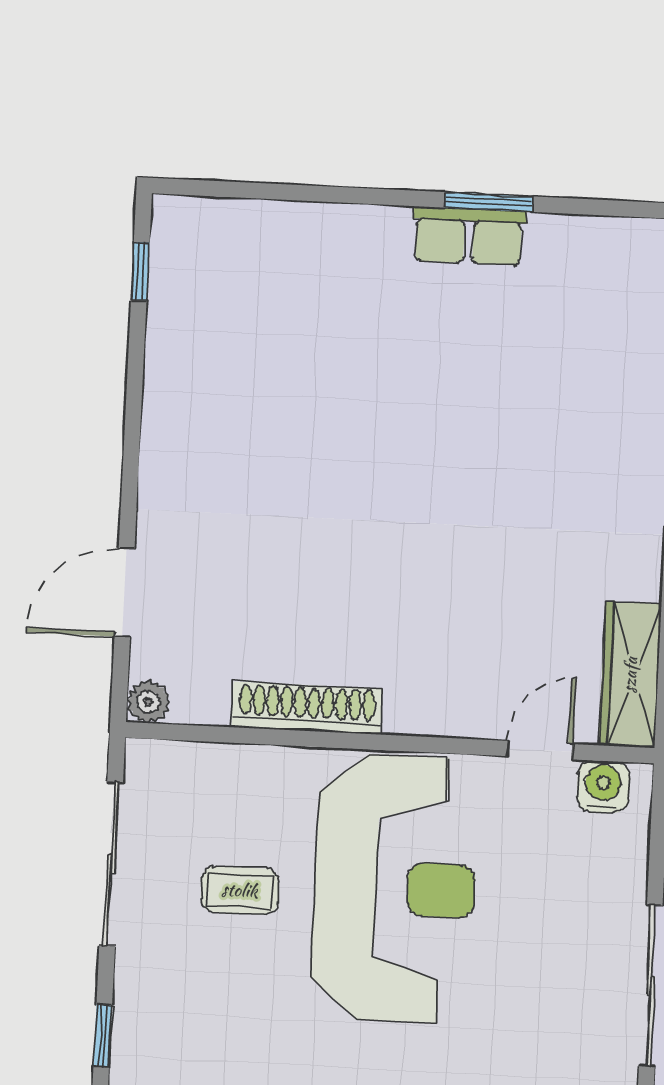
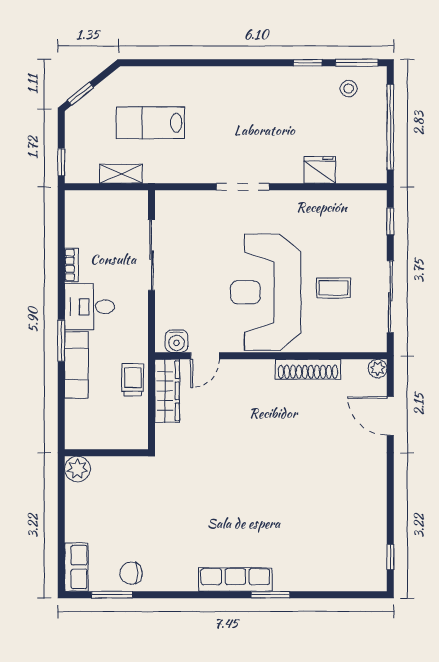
window: (489, 202) -> (270, 595), moved
row of seats: (469, 236) -> (235, 579), width x1.48
door: (124, 593) -> (390, 416), swing flipped

